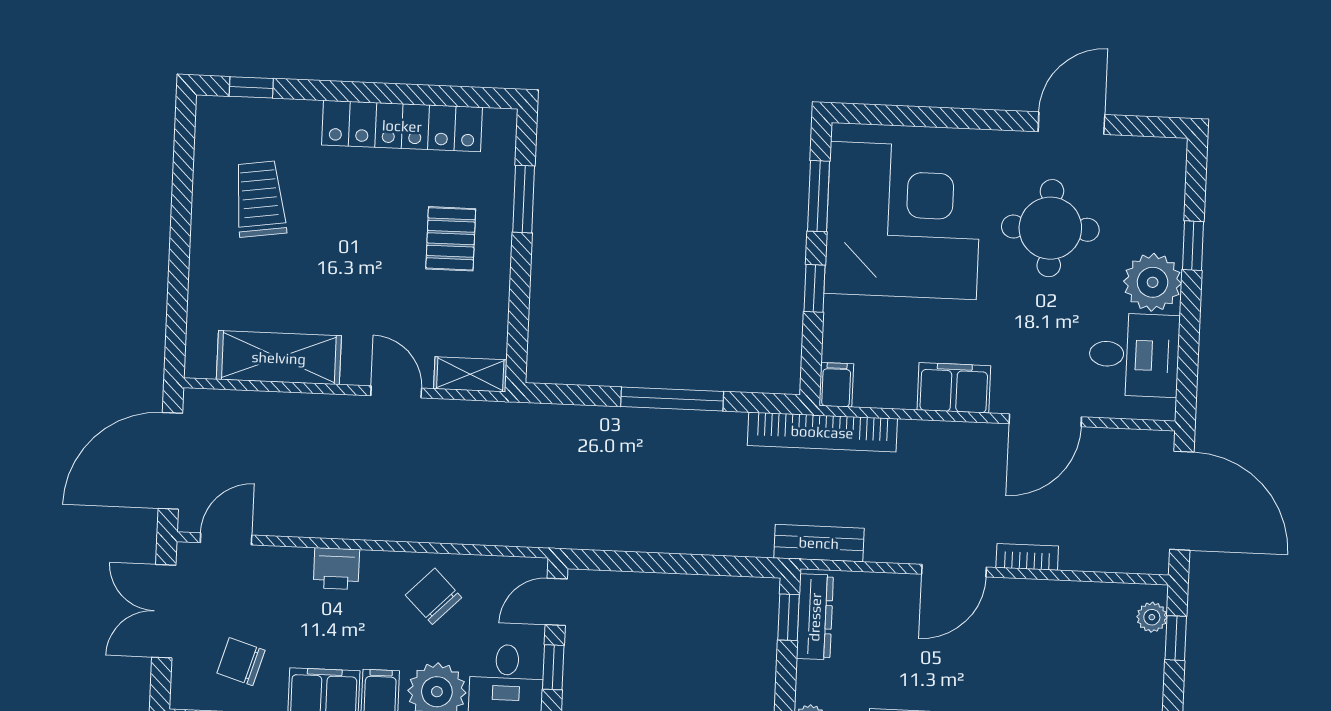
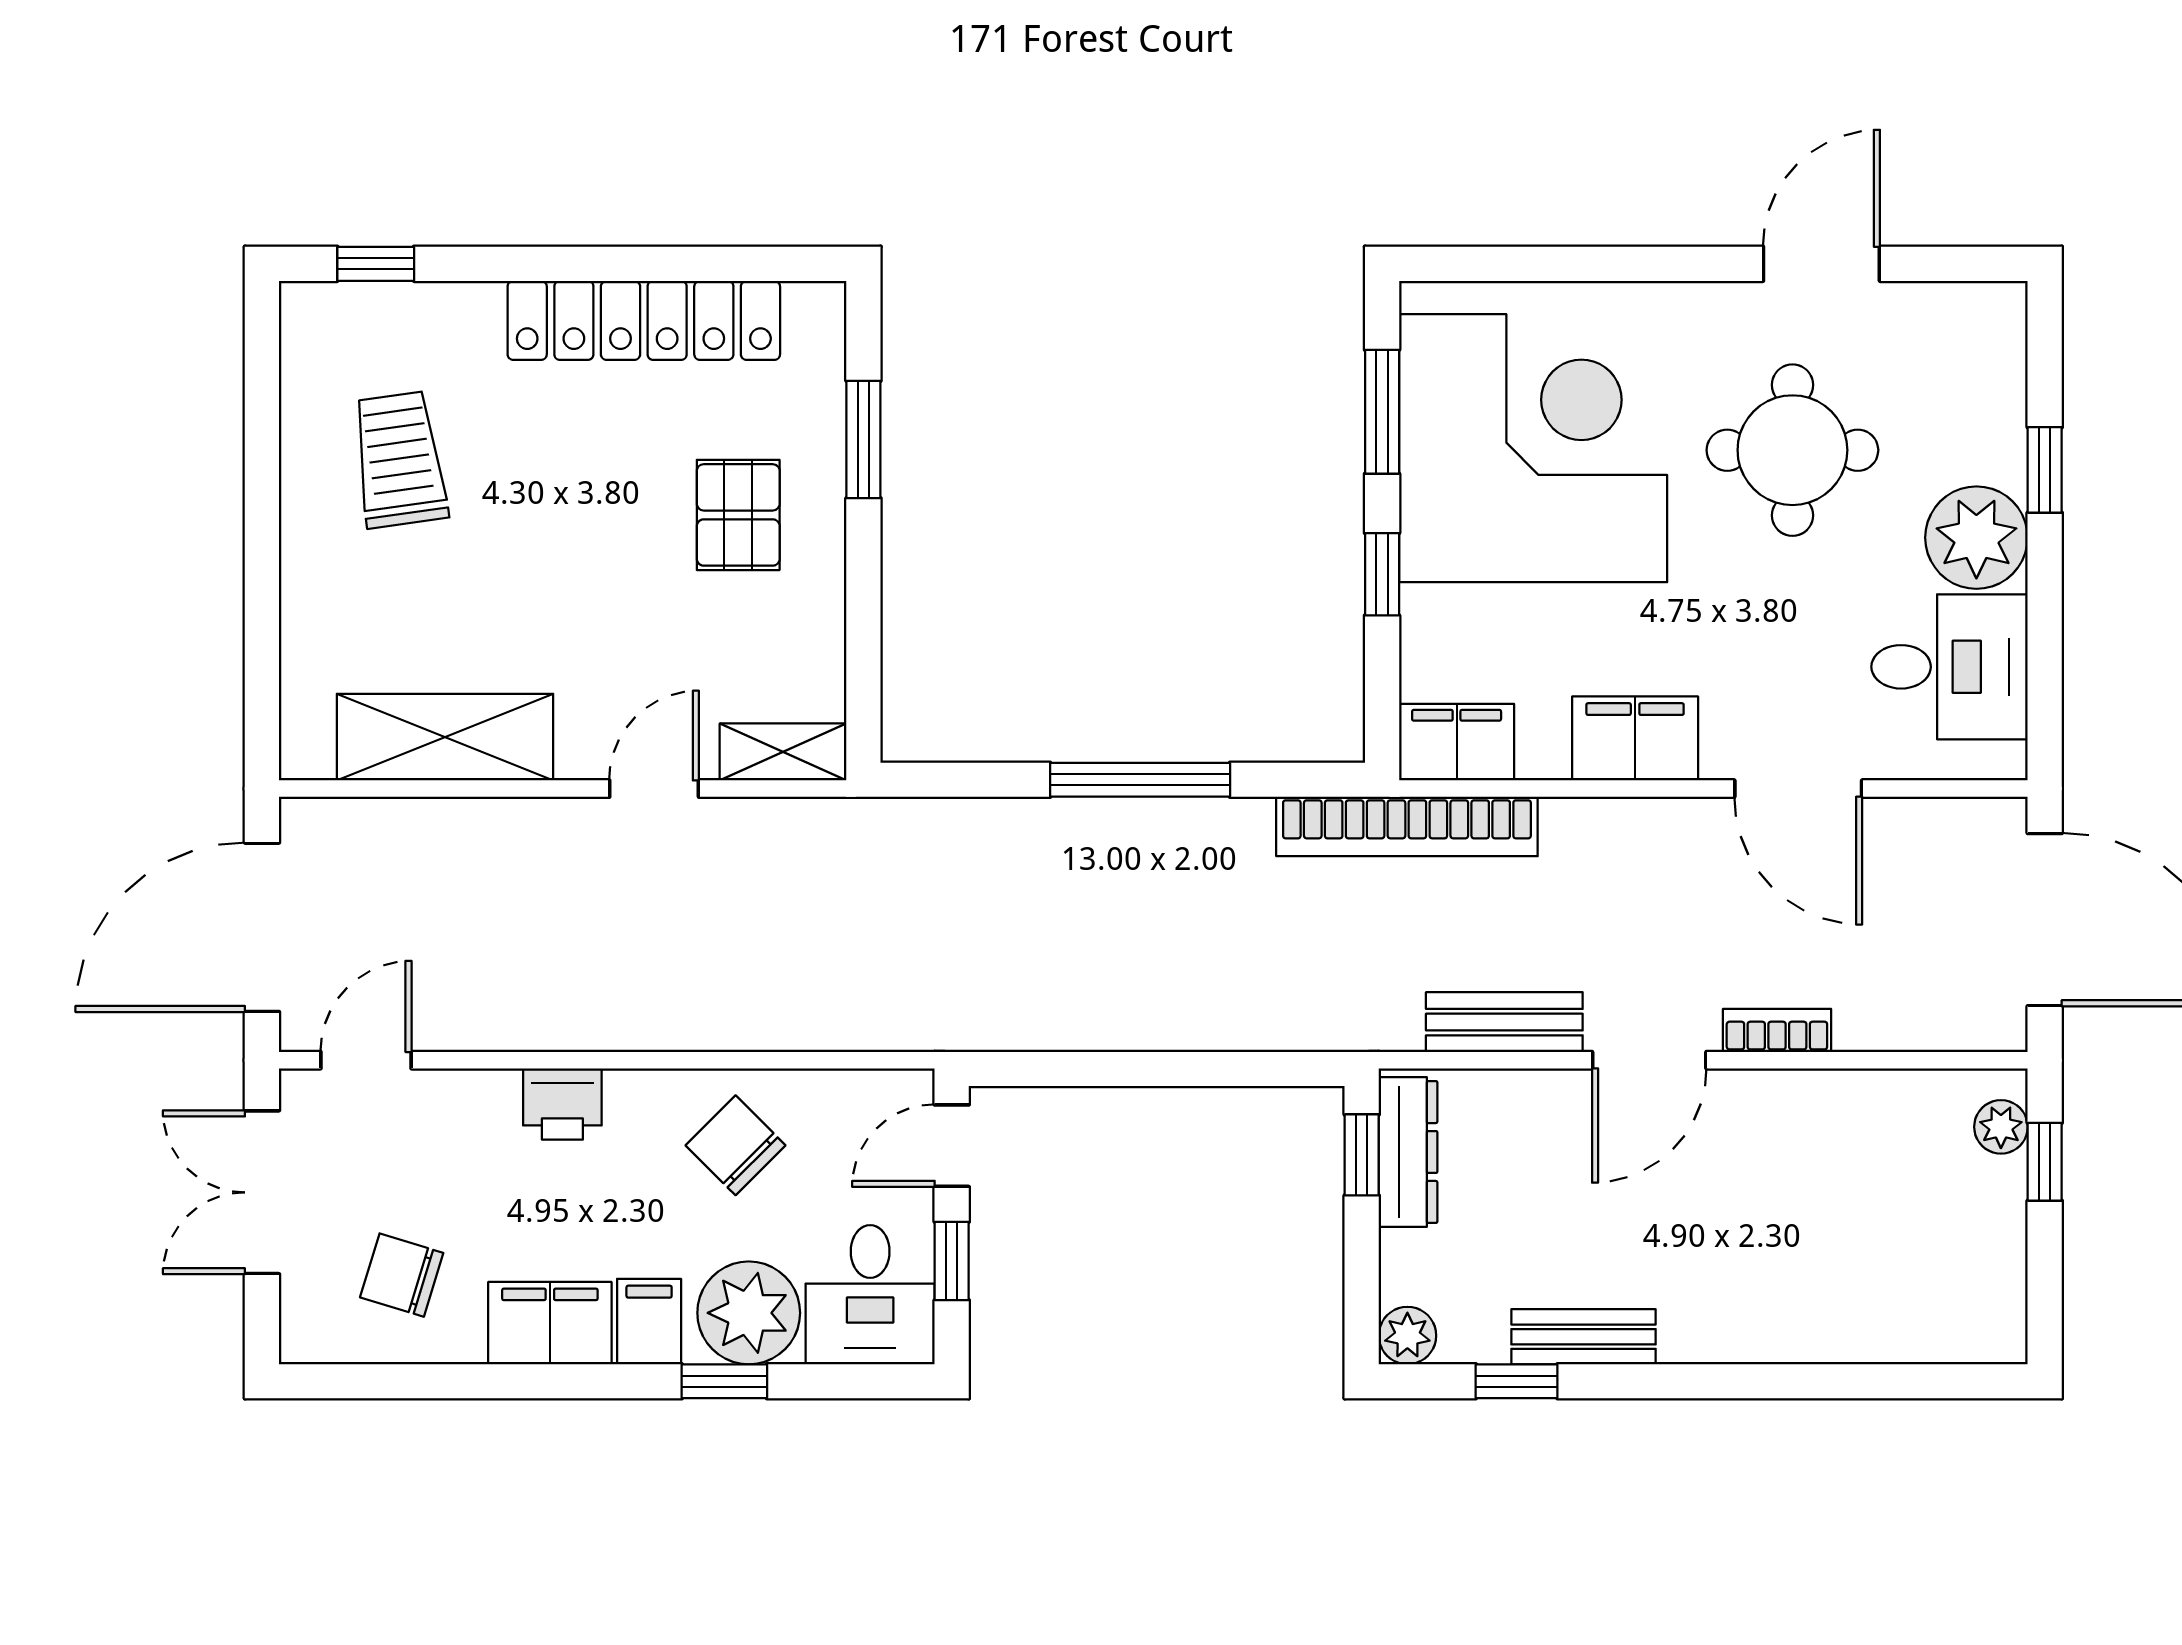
filing cabinet: (836, 385) -> (1457, 742), width x2.00
door: (396, 392) -> (654, 789), hinge flipped
door: (1045, 420) -> (1798, 789), hinge flipped
bench: (819, 543) -> (1504, 1022), moved

